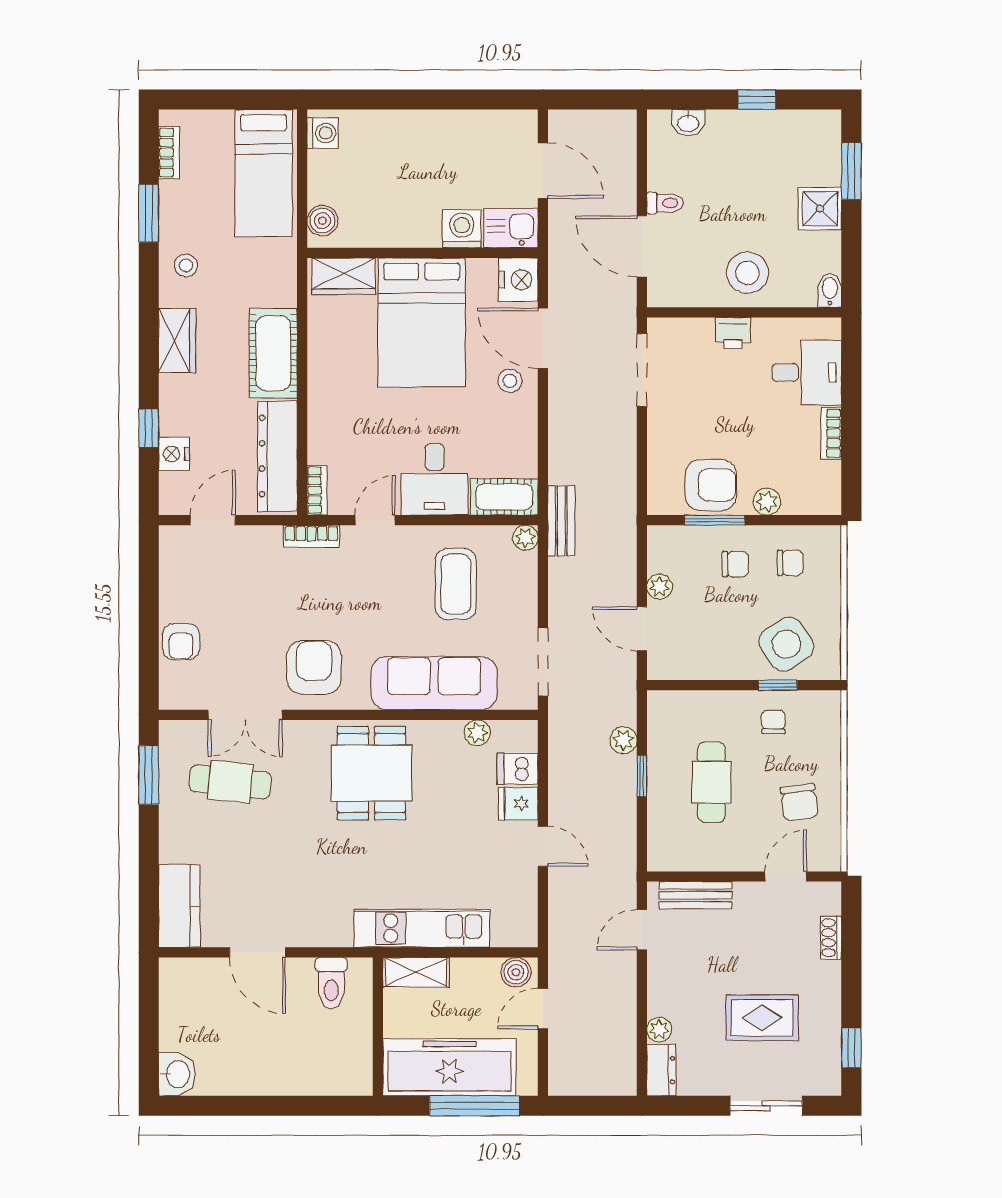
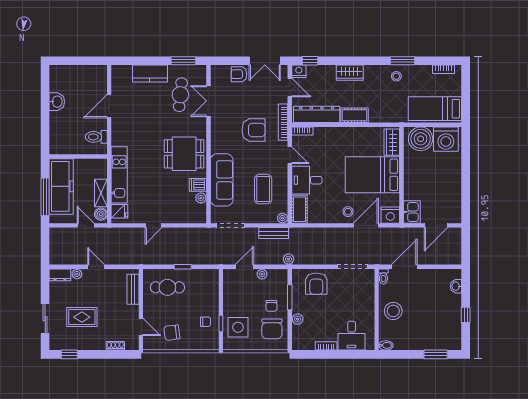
washing machine: (322, 133) -> (446, 139), width x1.89, depth x1.89
toilet: (665, 203) -> (383, 276), moved
shower: (820, 209) -> (420, 341), removed
window: (149, 213) -> (402, 61), moved
boiler: (322, 221) -> (421, 139), width x1.86, depth x1.86
washing machine: (462, 229) -> (412, 192), removed
printer: (733, 333) -> (368, 305), removed
wardrobe: (177, 341) -> (350, 73), moved
cot: (273, 353) -> (355, 115), width x0.73, depth x0.75
window: (149, 428) -> (310, 61), moved
nightstand: (174, 454) -> (299, 71), moved
armchair: (711, 485) -> (316, 284), moved
bench: (561, 521) -> (274, 233), moved
bookcase: (311, 536) -> (283, 122), width x1.56
chair: (790, 563) -> (272, 329), width x1.87, depth x1.87
double door: (149, 580) -> (265, 61), added
coffee table: (456, 584) -> (263, 189), turned 90
side table: (786, 644) -> (238, 327), turned 34
armchair: (314, 667) -> (254, 130), moved
plant: (623, 740) -> (288, 259), moved
dishwasher: (518, 769) -> (198, 185), moved, turned -90
cafe table: (711, 782) -> (167, 287), moved
fridge: (518, 804) -> (119, 211), moved, turned 90
kitchen counter: (179, 906) -> (150, 73), moved
door: (642, 930) -> (96, 267), moved
shelving: (416, 972) -> (101, 193), moved
rug: (762, 1018) -> (82, 317), turned 90
washbasin: (177, 1074) -> (57, 102), moved, turned -90

